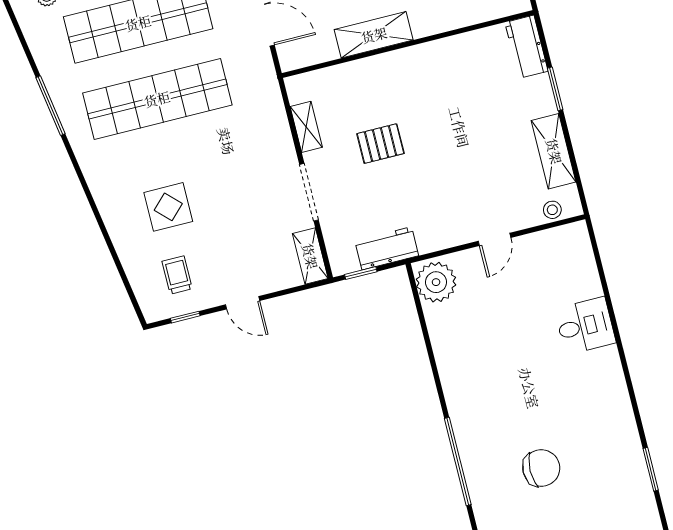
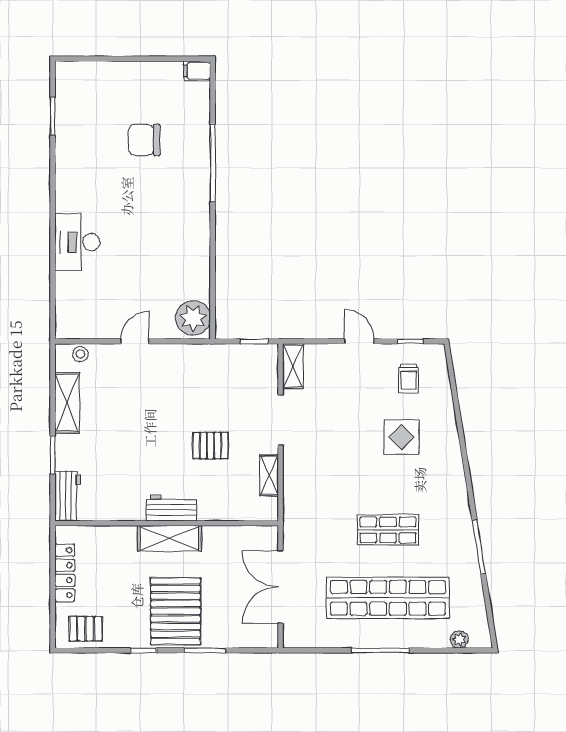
shelving: (374, 35) -> (169, 538), moved
shop shelf: (157, 99) -> (388, 530), width x0.50, depth x0.74
workbench: (387, 248) -> (171, 508), moved, turned 180
desk: (585, 326) -> (77, 242), width x1.37

